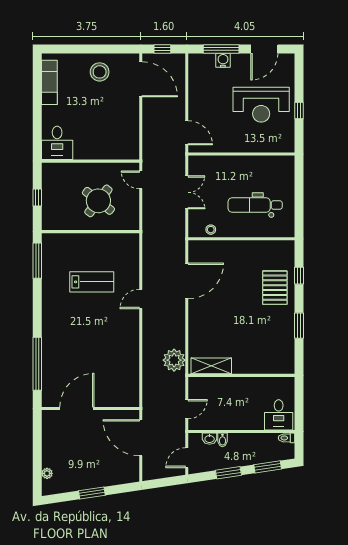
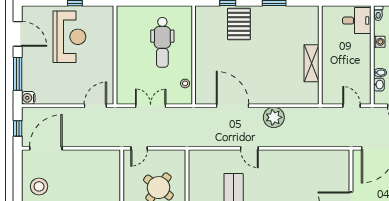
water cooler: (223, 60) -> (28, 98), moved
pallet: (275, 288) -> (239, 24), turned 90
plant: (174, 360) -> (274, 117), moved
shelving: (211, 366) -> (311, 63), moved
washing machine: (256, 439) -> (379, 42), added

